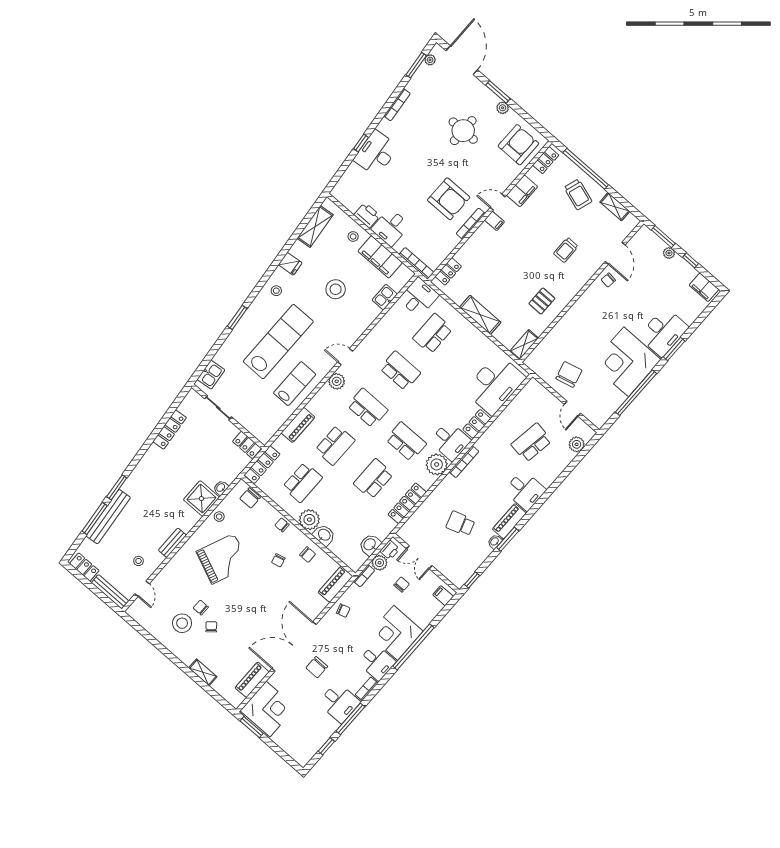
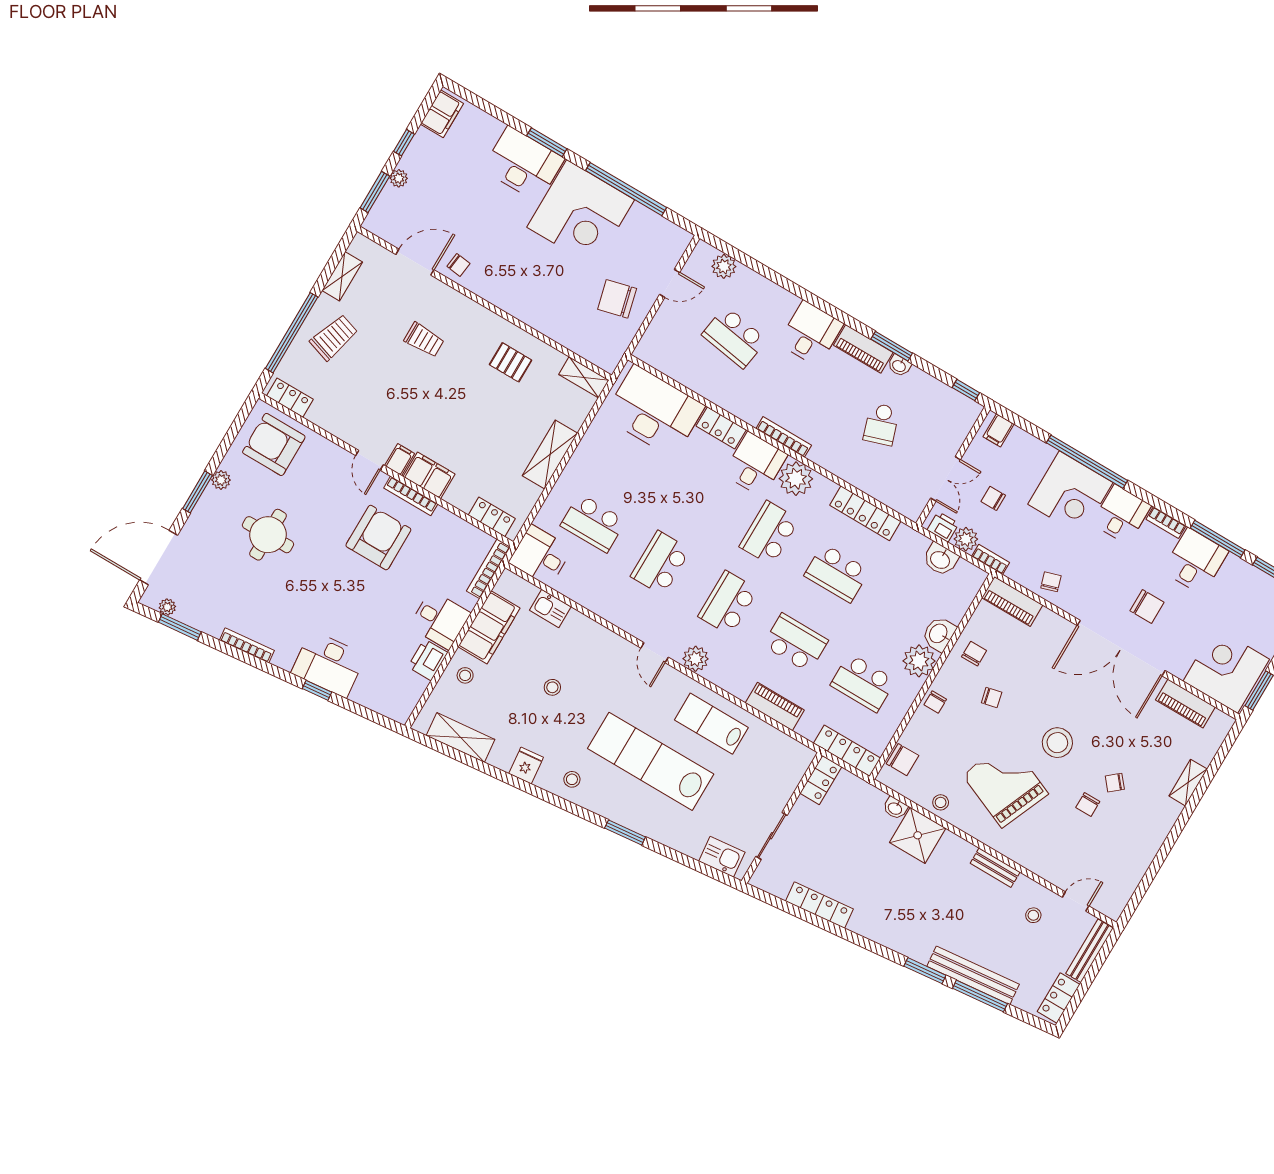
filing cabinet: (522, 191) -> (429, 475), moved
stool: (336, 289) -> (552, 687), width x0.53, depth x0.53
school desk: (302, 482) -> (863, 683), turned 180
stool: (182, 623) -> (1057, 743), moved

